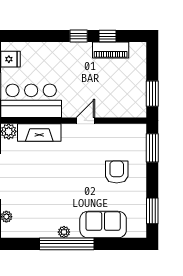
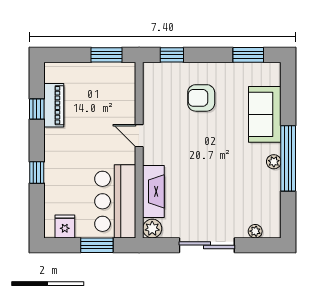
window: (79, 36) -> (37, 173), moved
window: (152, 148) -> (172, 55), width x0.67

